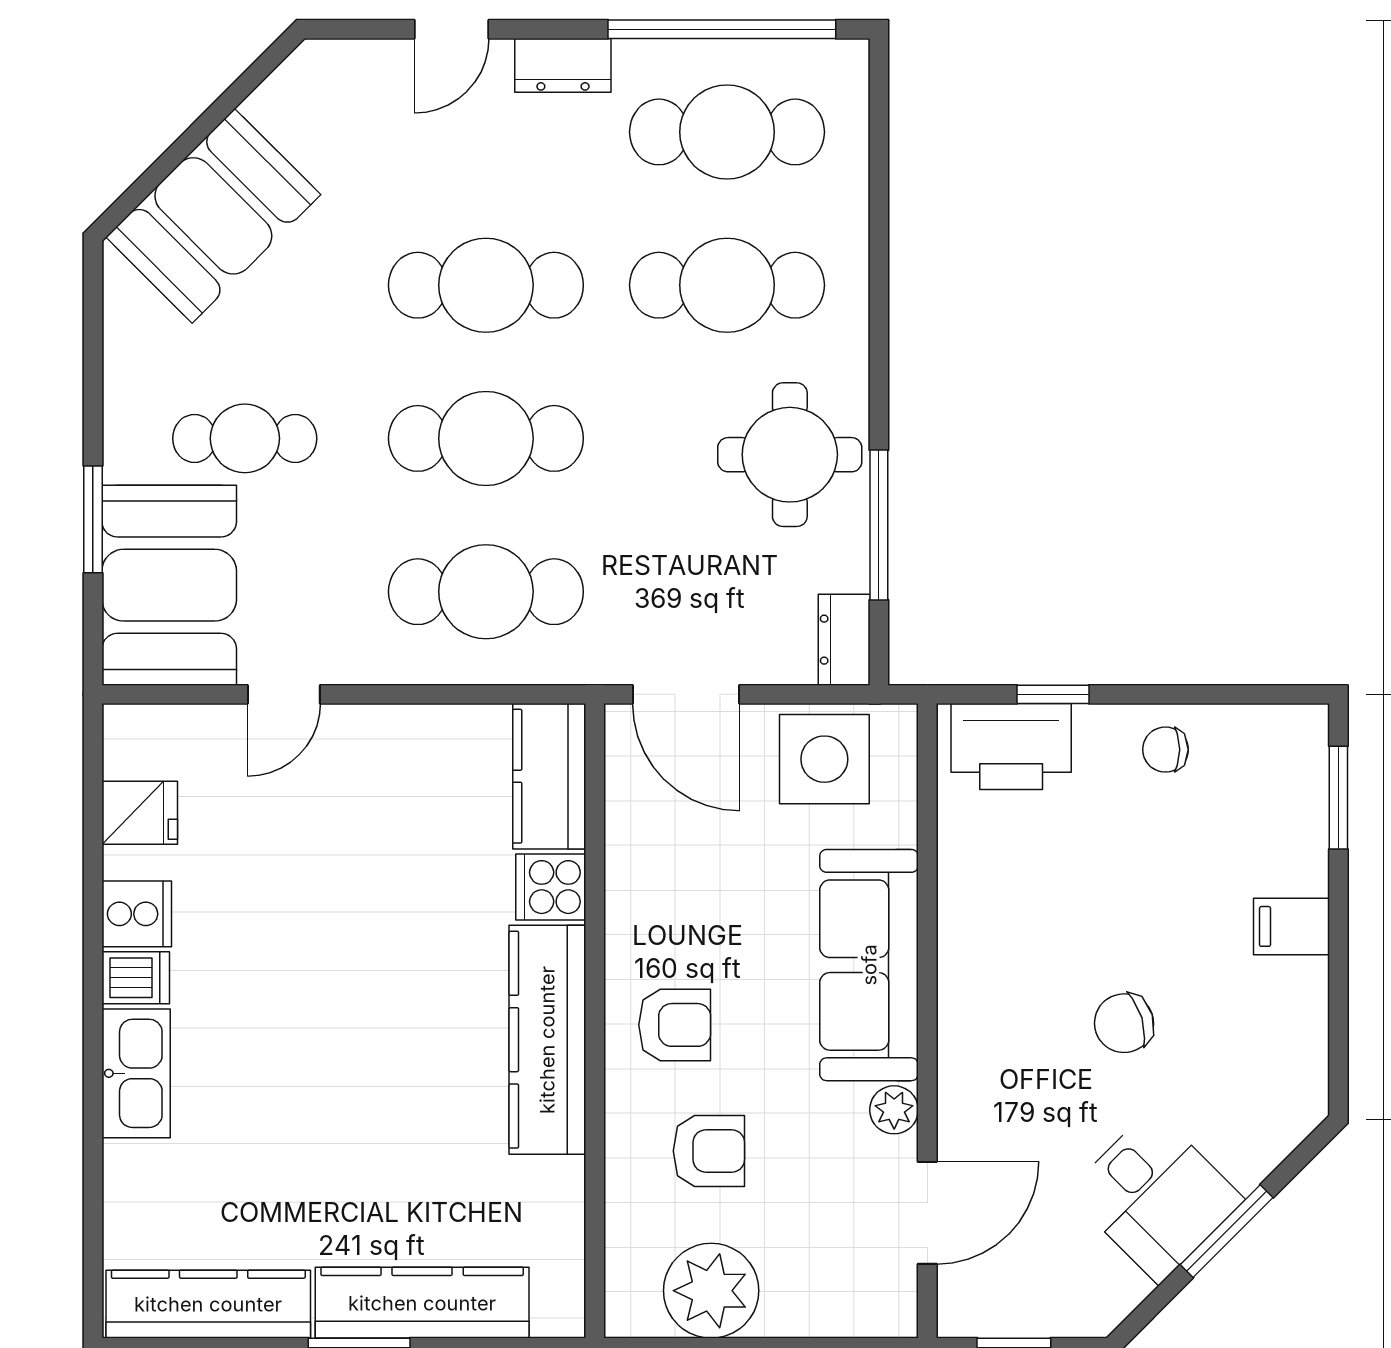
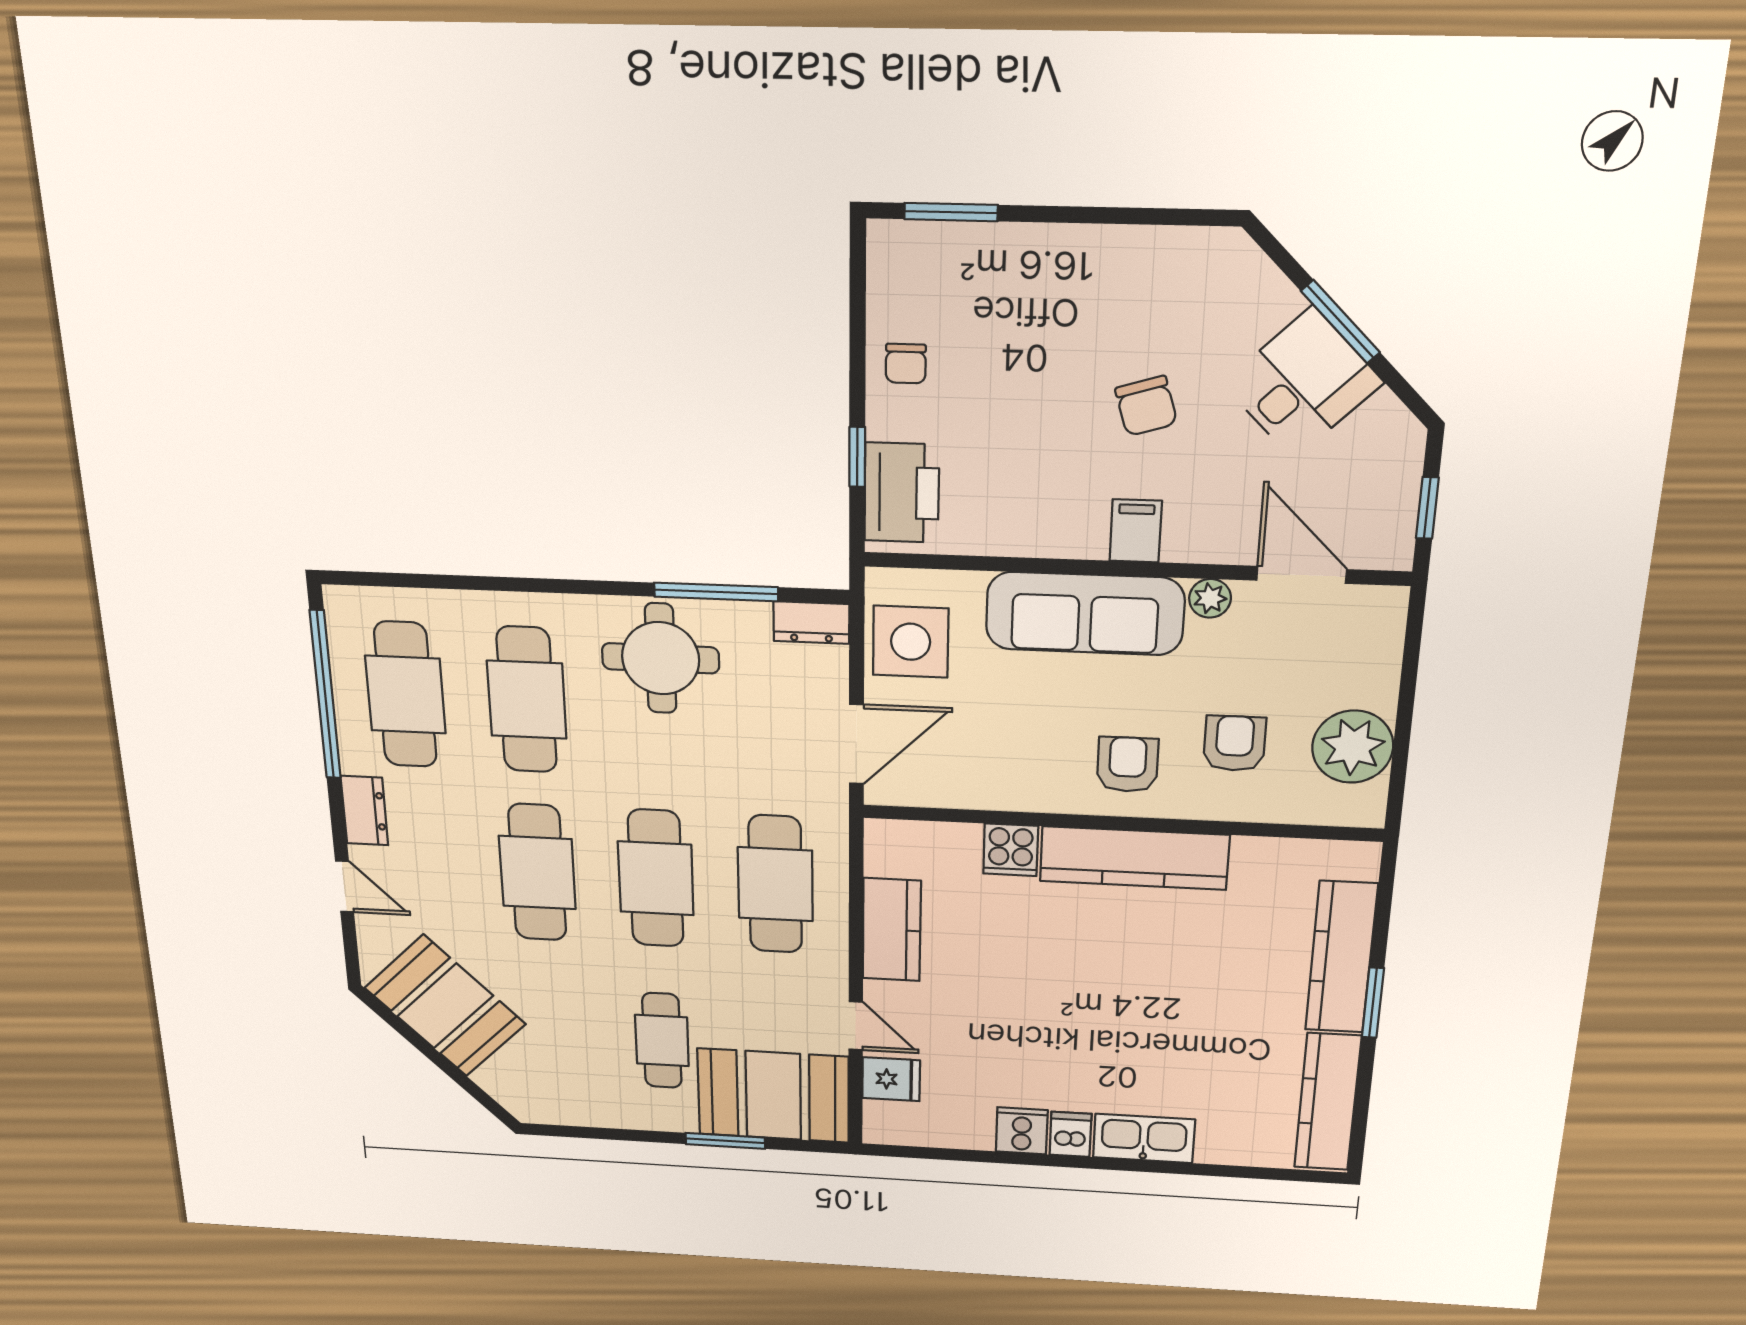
booth: (213, 216) -> (445, 1006), moved
kitchen counter: (549, 776) -> (892, 930), moved, turned -90
fridge: (140, 813) -> (891, 1079), moved, turned 90
filing cabinet: (1291, 926) -> (1136, 531), moved, turned 180

